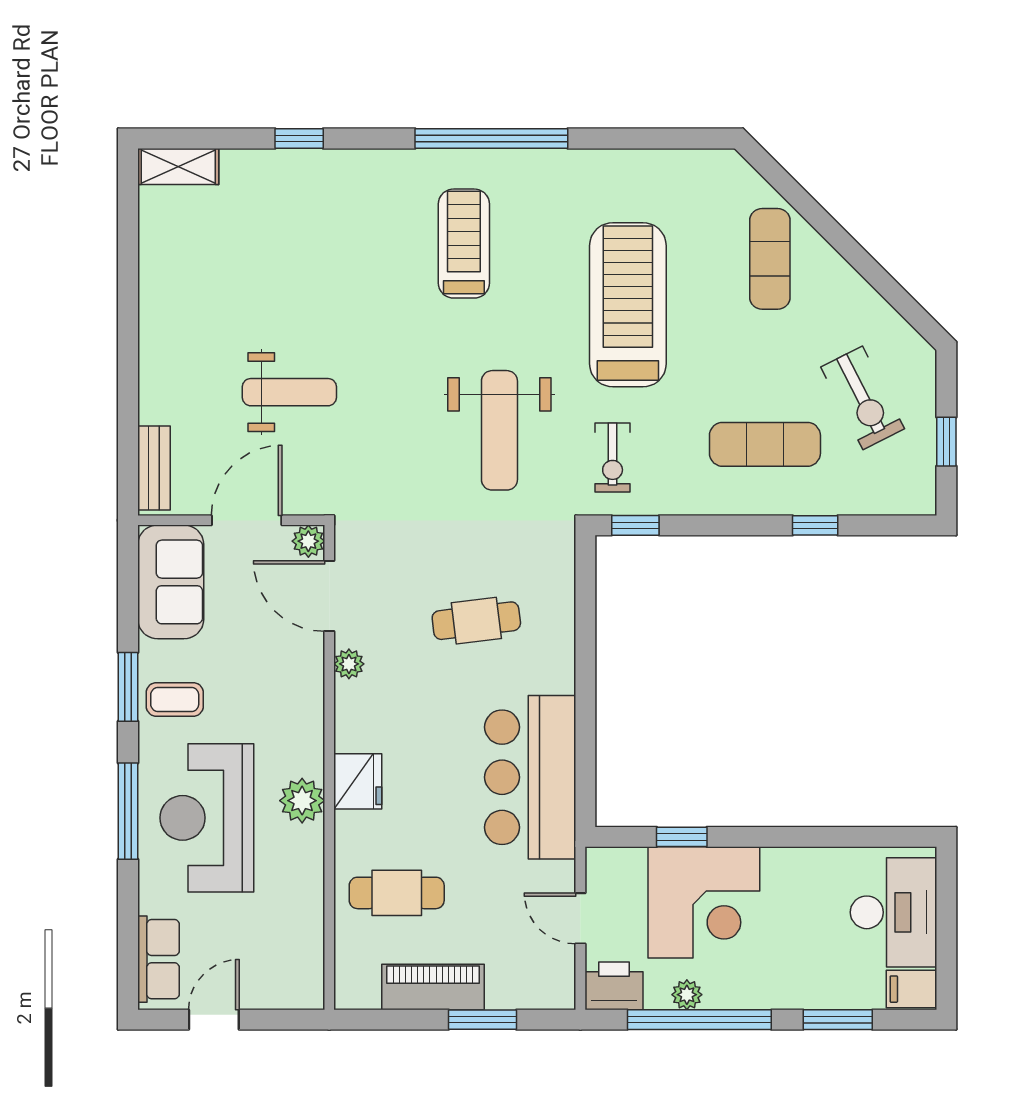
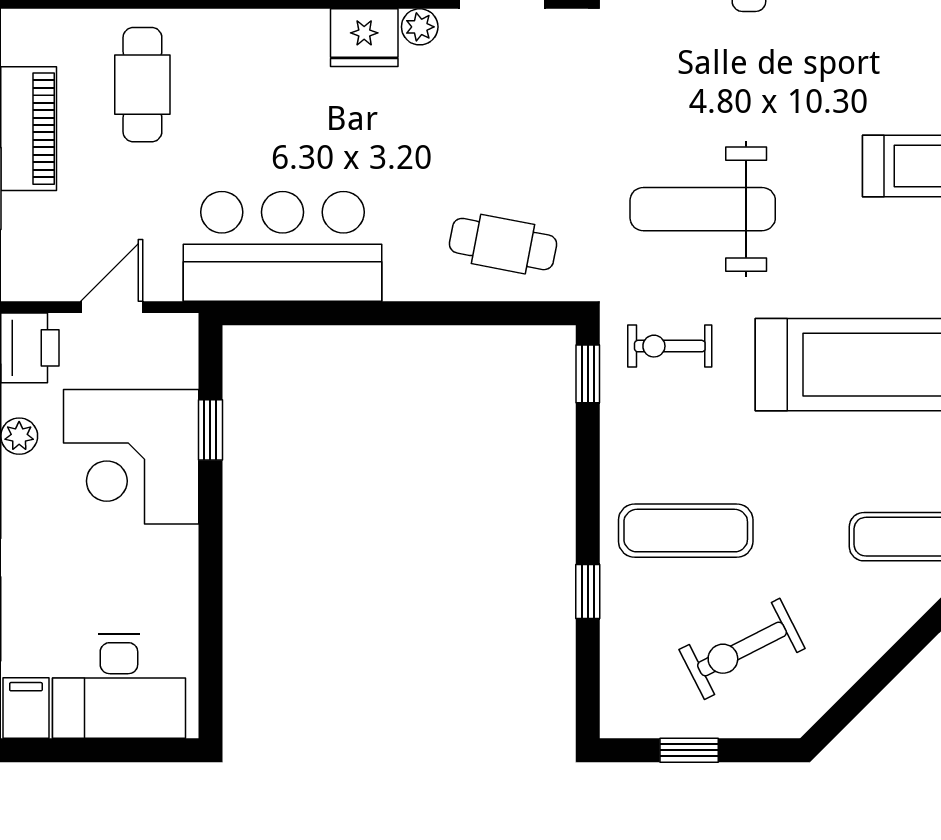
exercise mat: (765, 444) -> (686, 531), turned 90
cafe table: (476, 621) -> (503, 244), moved, turned -72
fridge: (358, 781) -> (364, 38), moved

